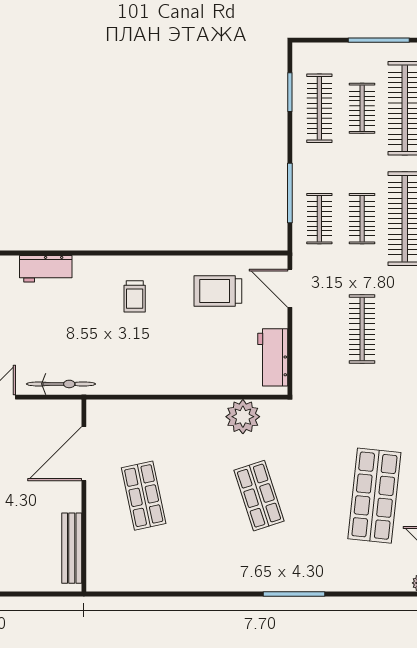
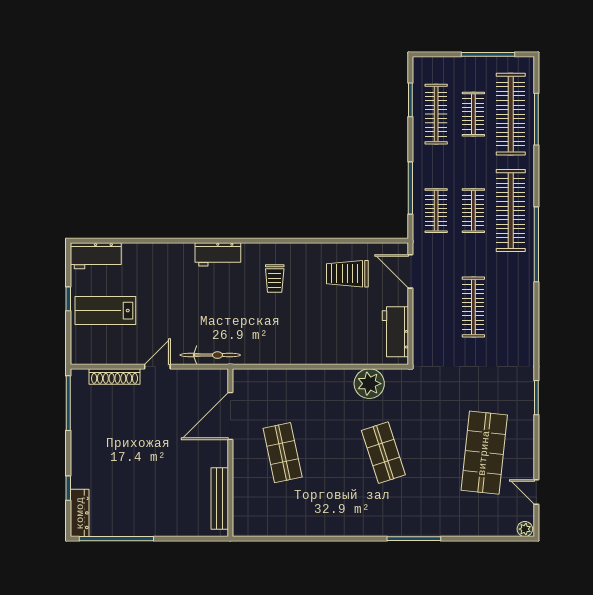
workbench: (46, 269) -> (218, 254), moved

